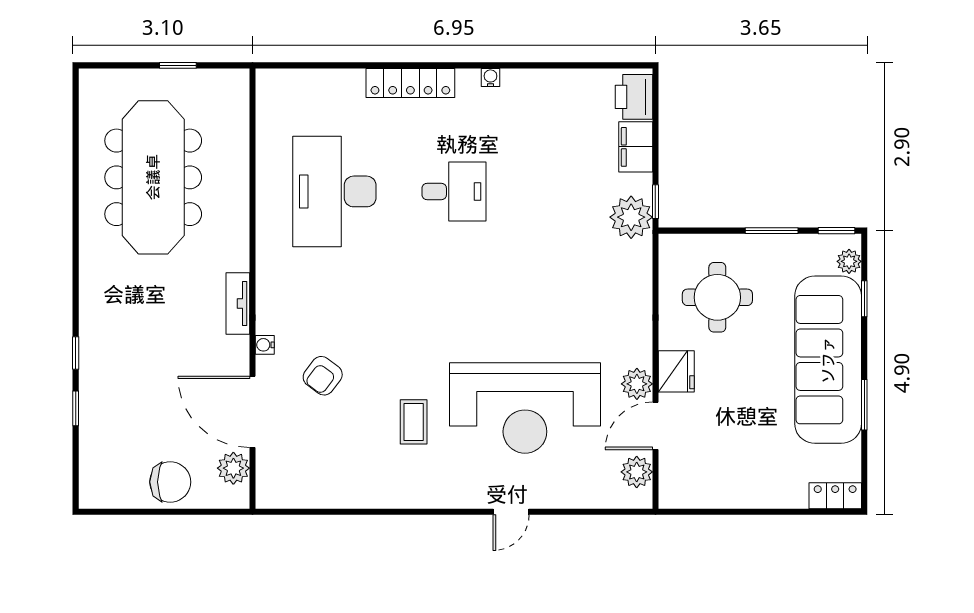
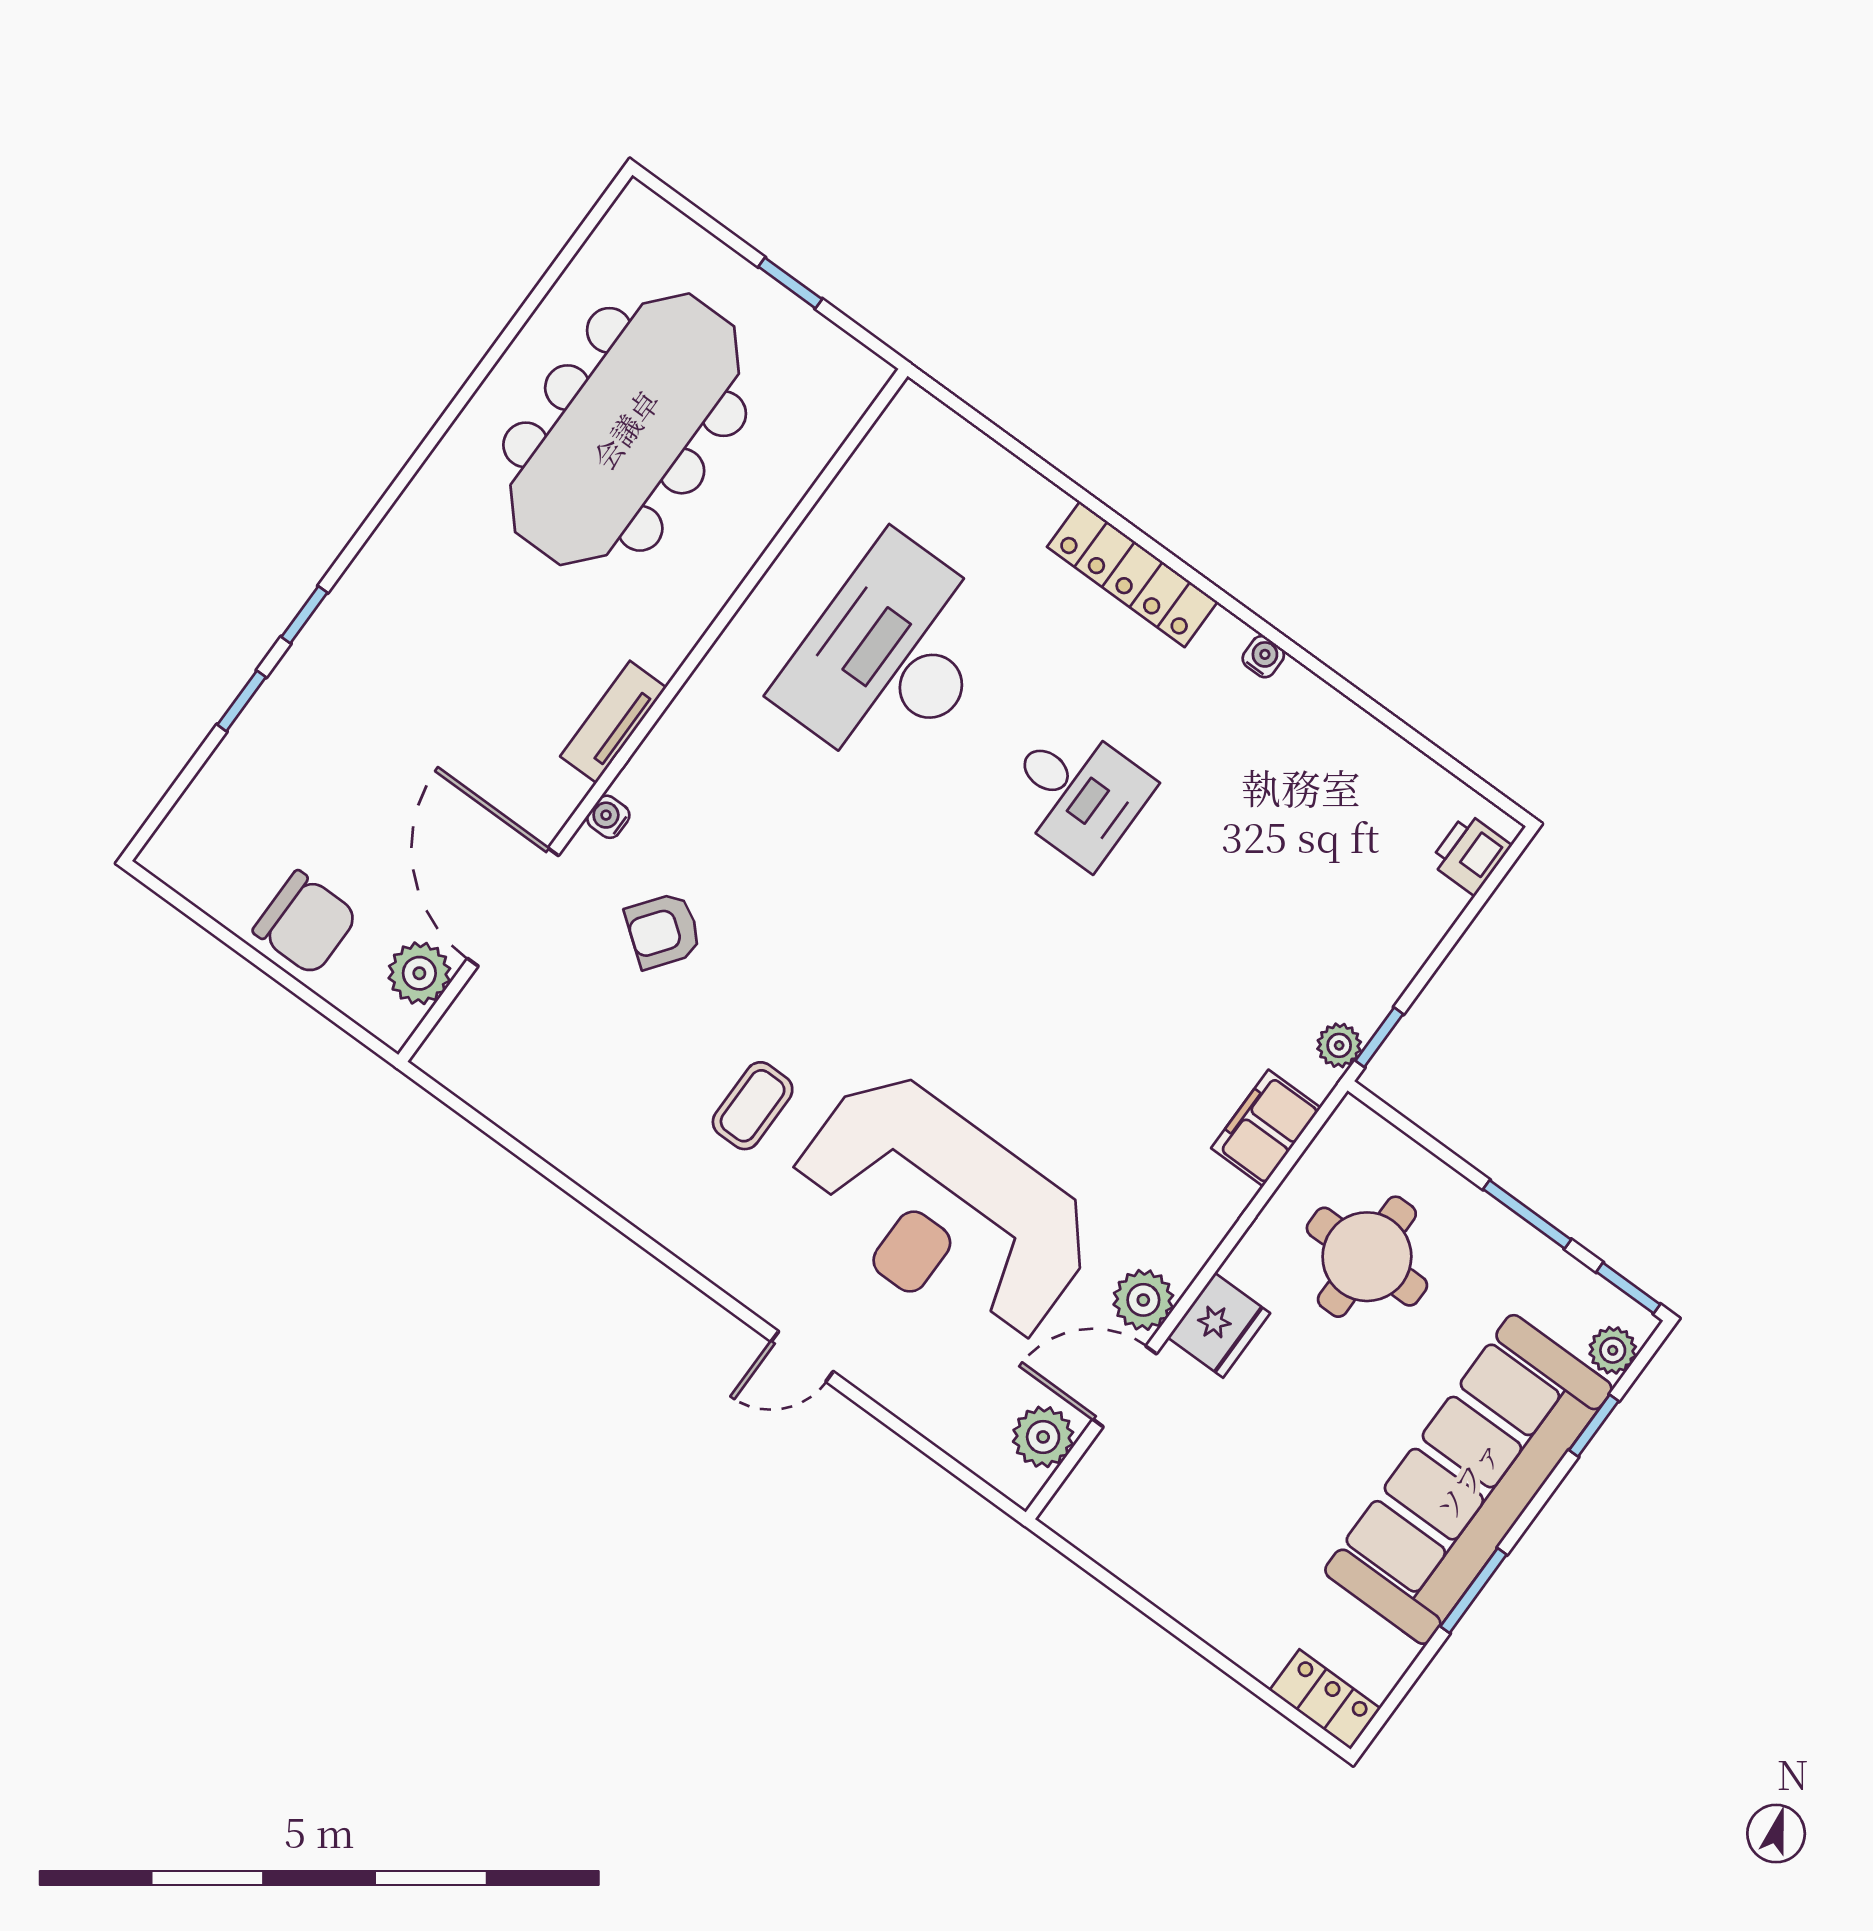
printer: (634, 97) -> (1470, 854), width x0.73, depth x0.81
filing cabinet: (636, 147) -> (1266, 1128), moved
plant: (631, 217) -> (1339, 1045), width x0.53, depth x0.53

